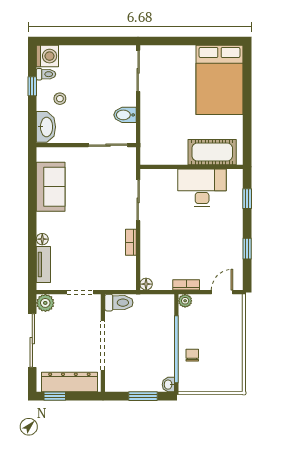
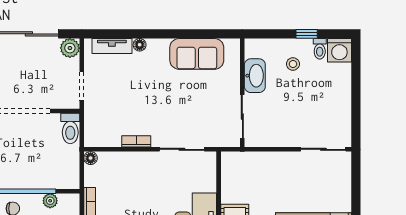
bidet: (125, 115) -> (275, 135), removed
washbasin: (46, 127) -> (255, 76), moved, turned -90
plant: (185, 301) -> (50, 201), moved

